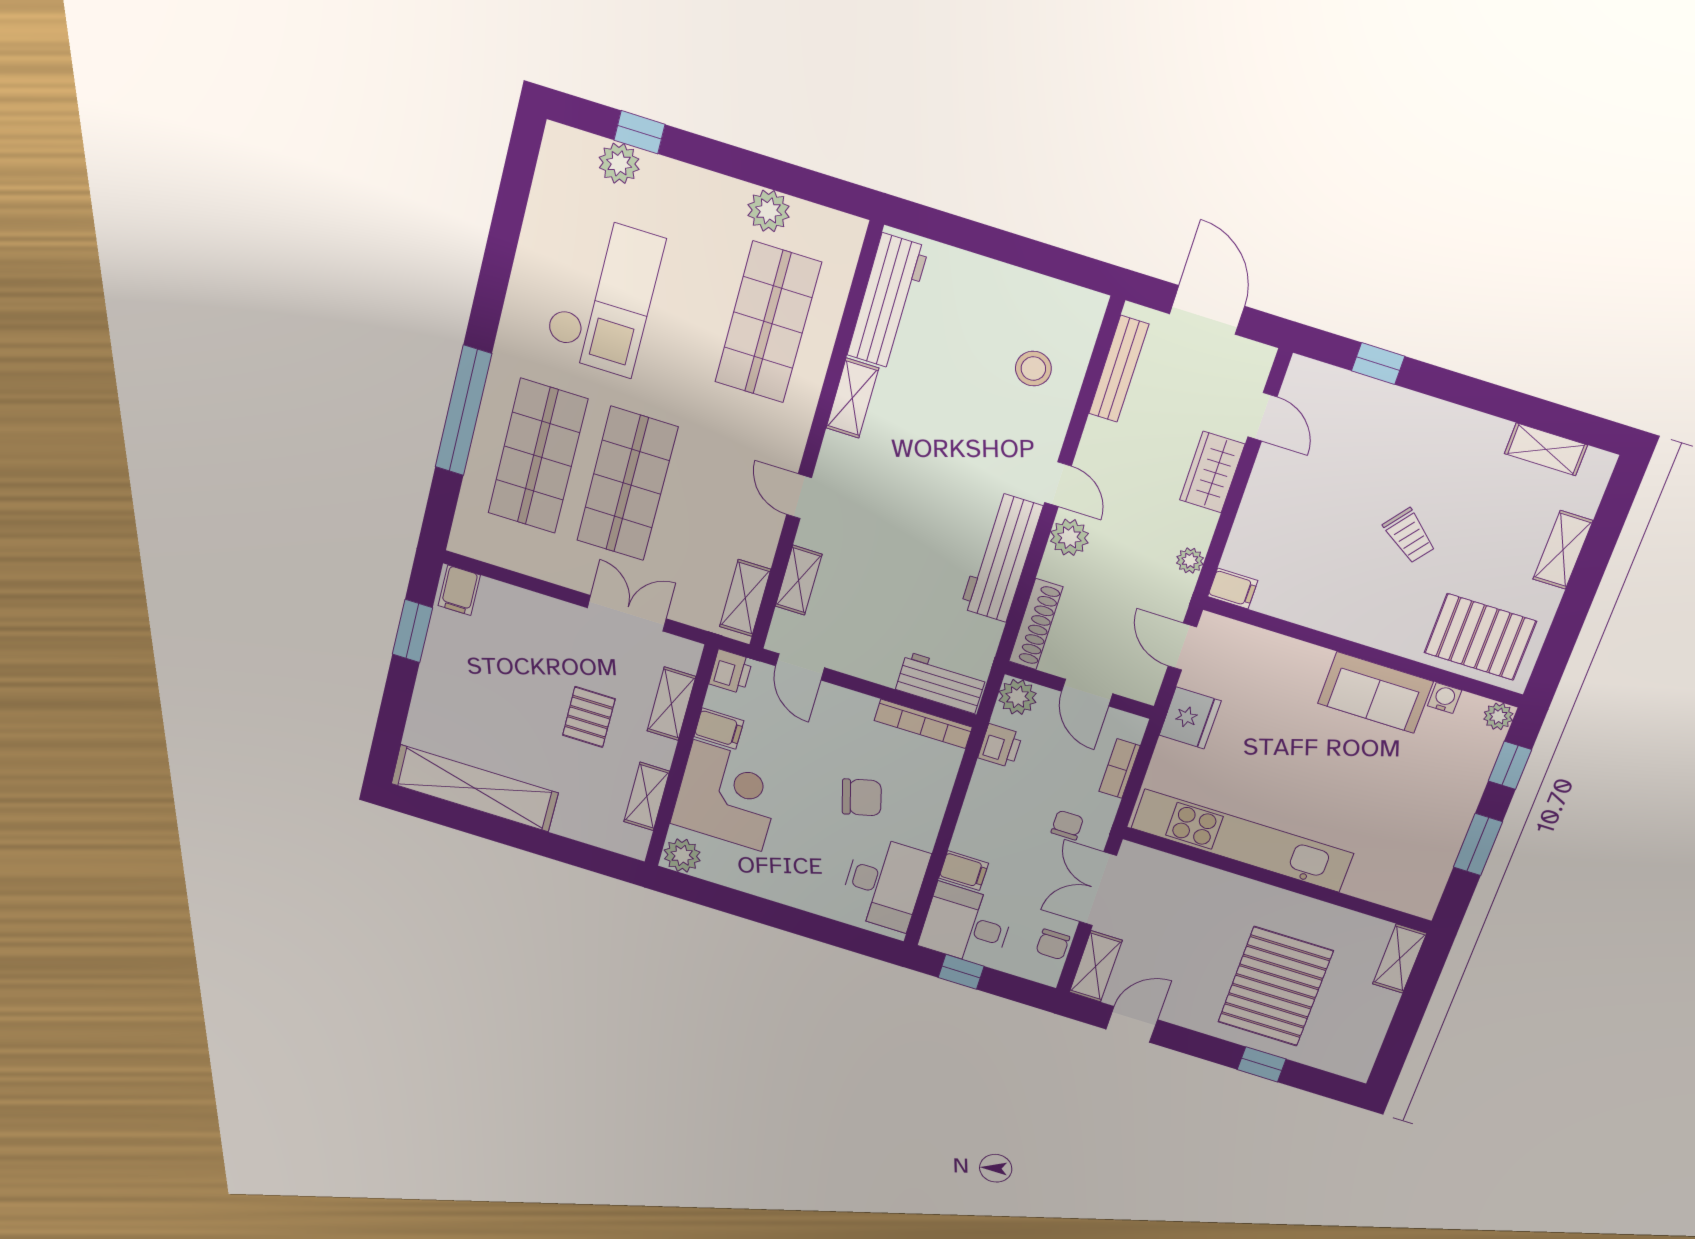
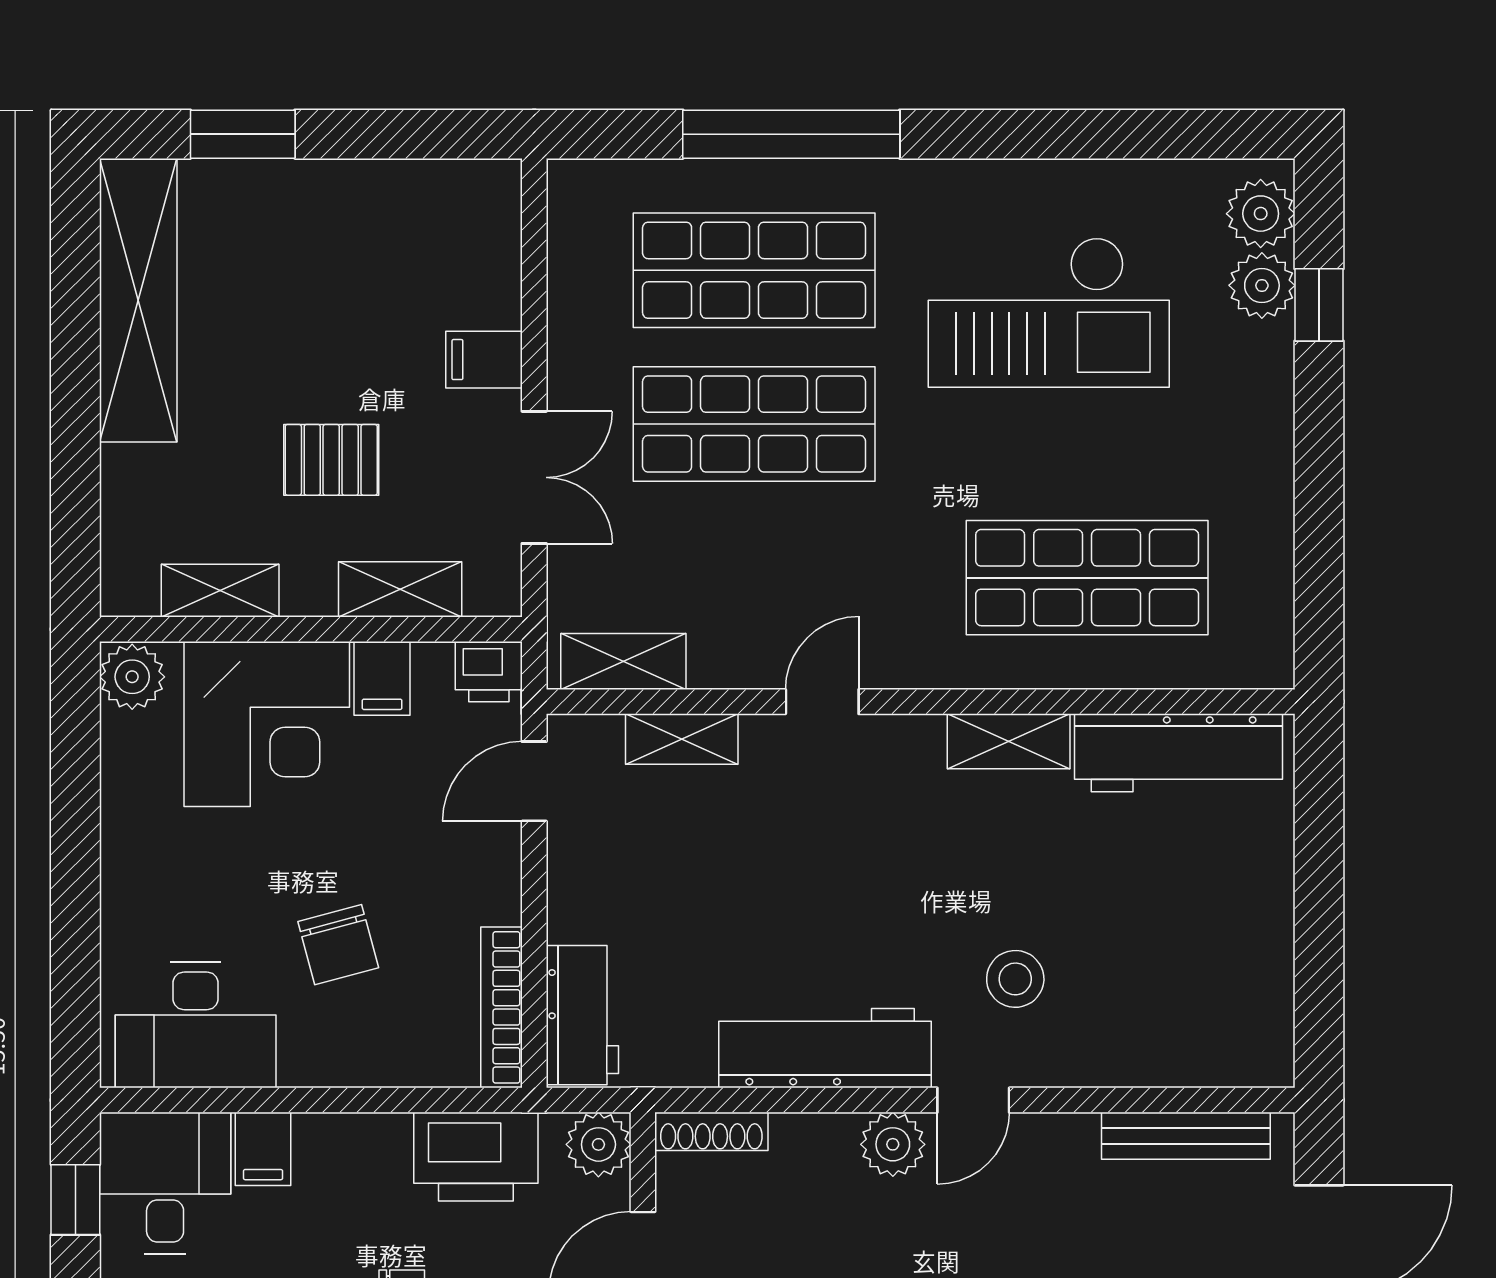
plant: (769, 211) -> (1261, 214), moved
stool: (1033, 369) -> (1015, 979), moved
filing cabinet: (459, 590) -> (484, 360), moved
shoe rack: (1036, 624) -> (711, 1131), width x0.74, depth x0.81
window: (412, 631) -> (243, 134), moved
printer: (1000, 746) -> (476, 1157), width x1.87, depth x1.48

